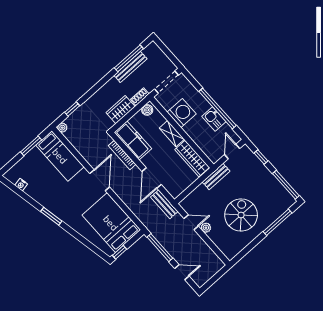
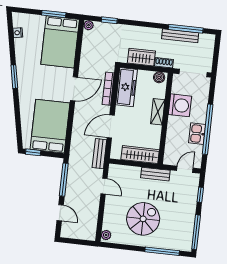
bed: (60, 156) -> (60, 42), width x1.50
wardrobe: (192, 158) -> (140, 155), moved, turned 90
plant: (206, 228) -> (106, 235), moved

